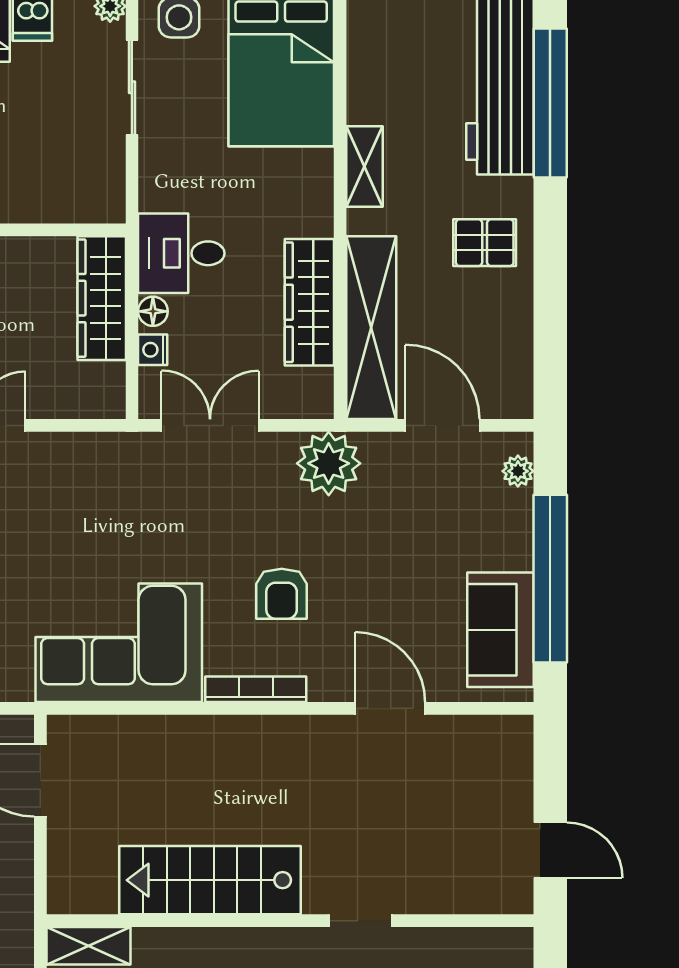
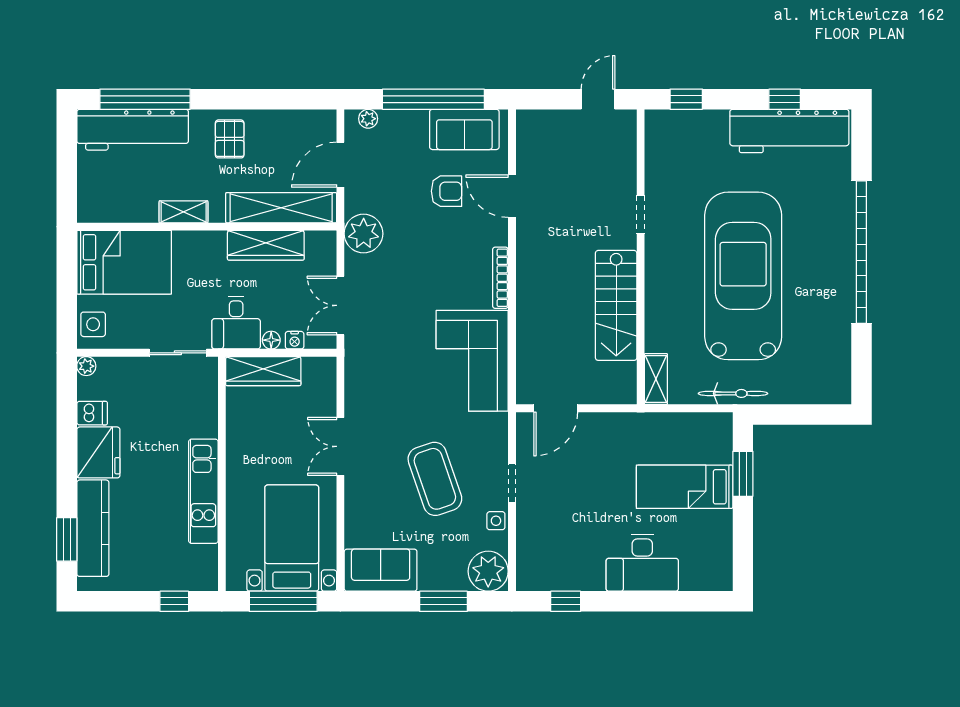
sliding door: (132, 87) -> (178, 353), moved
armchair: (282, 594) -> (446, 191), moved
door: (390, 708) -> (512, 196), hinge flipped

